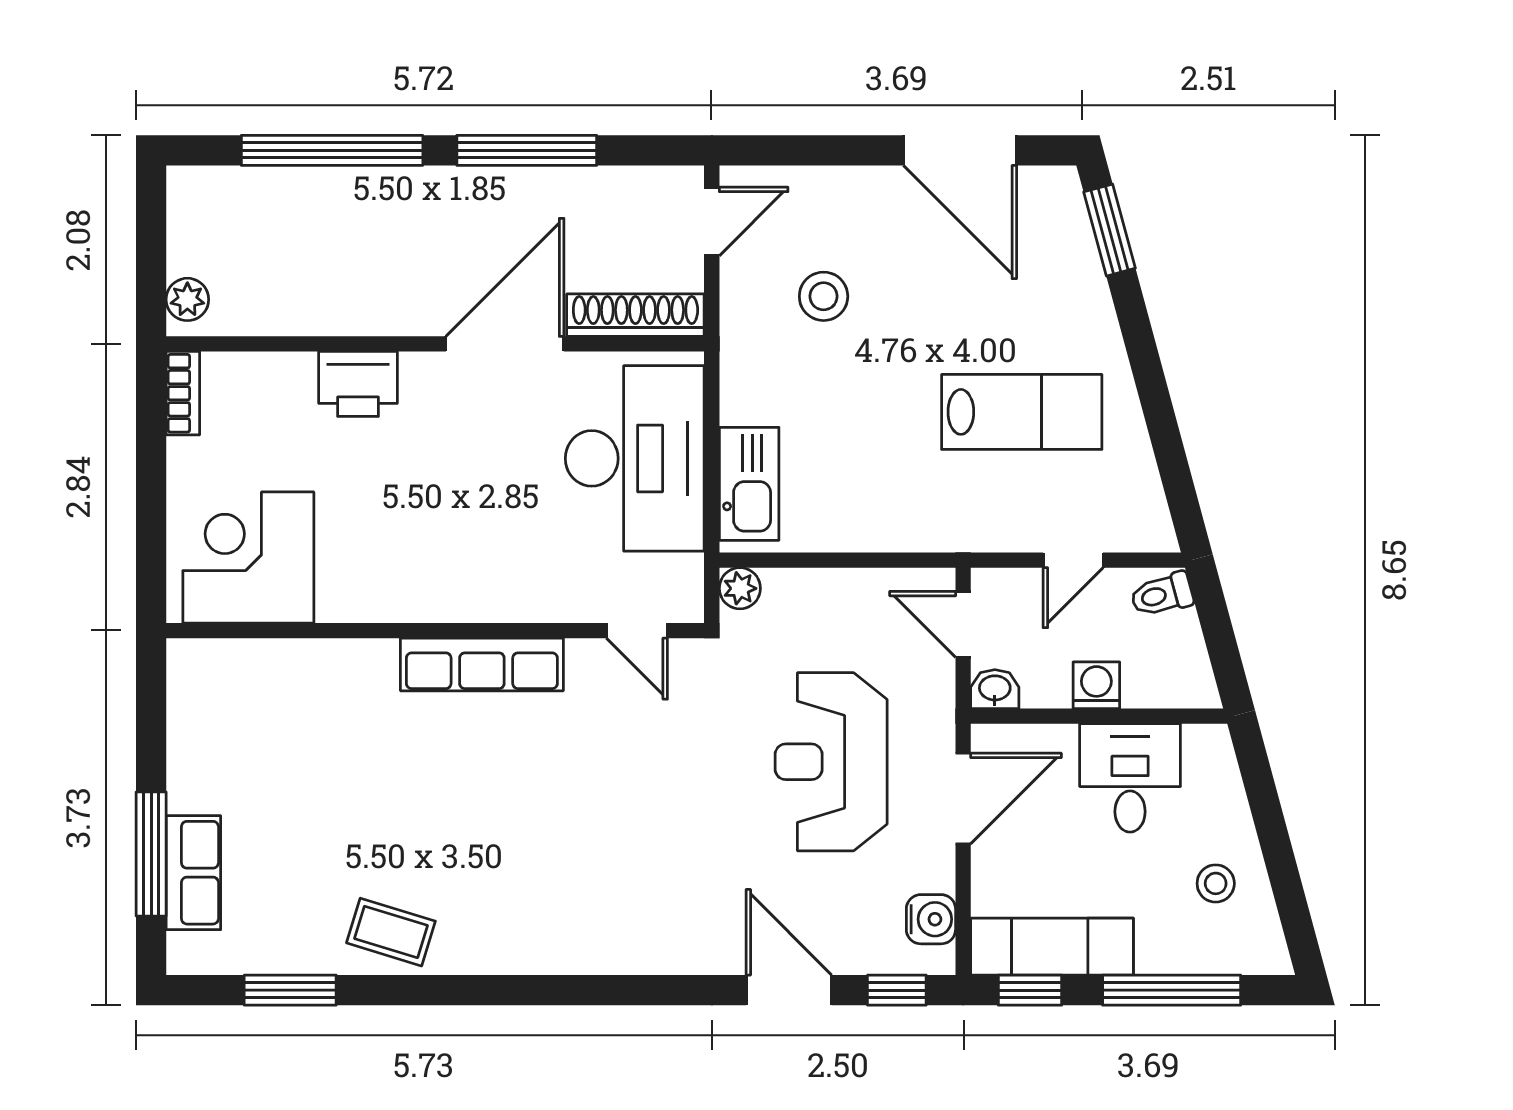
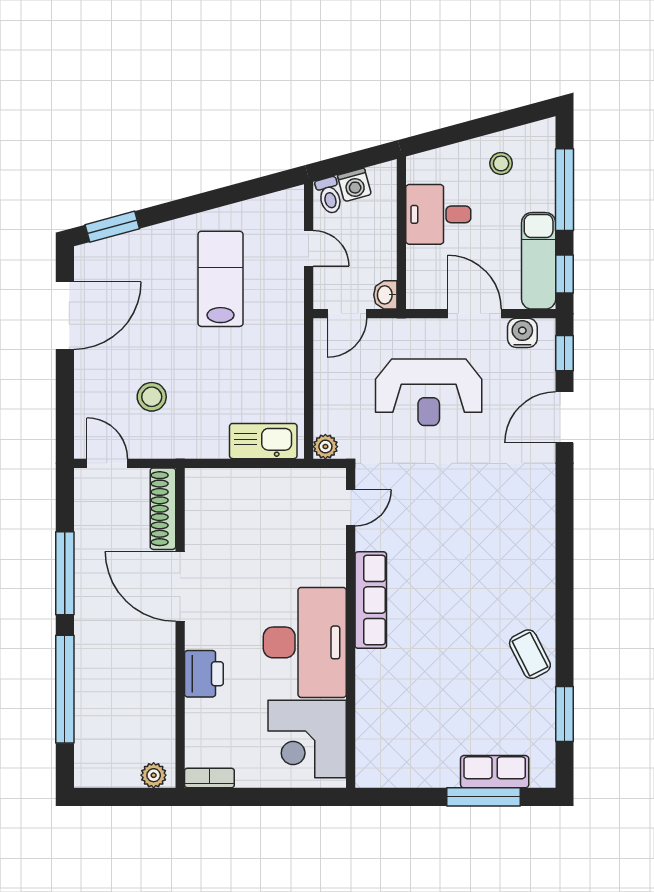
desk: (635, 458) -> (305, 642), moved, turned 90
washing machine: (1096, 685) -> (354, 185), moved, turned -105
door: (963, 798) -> (474, 314), moved
coffee table: (391, 932) -> (530, 654), turned -44

